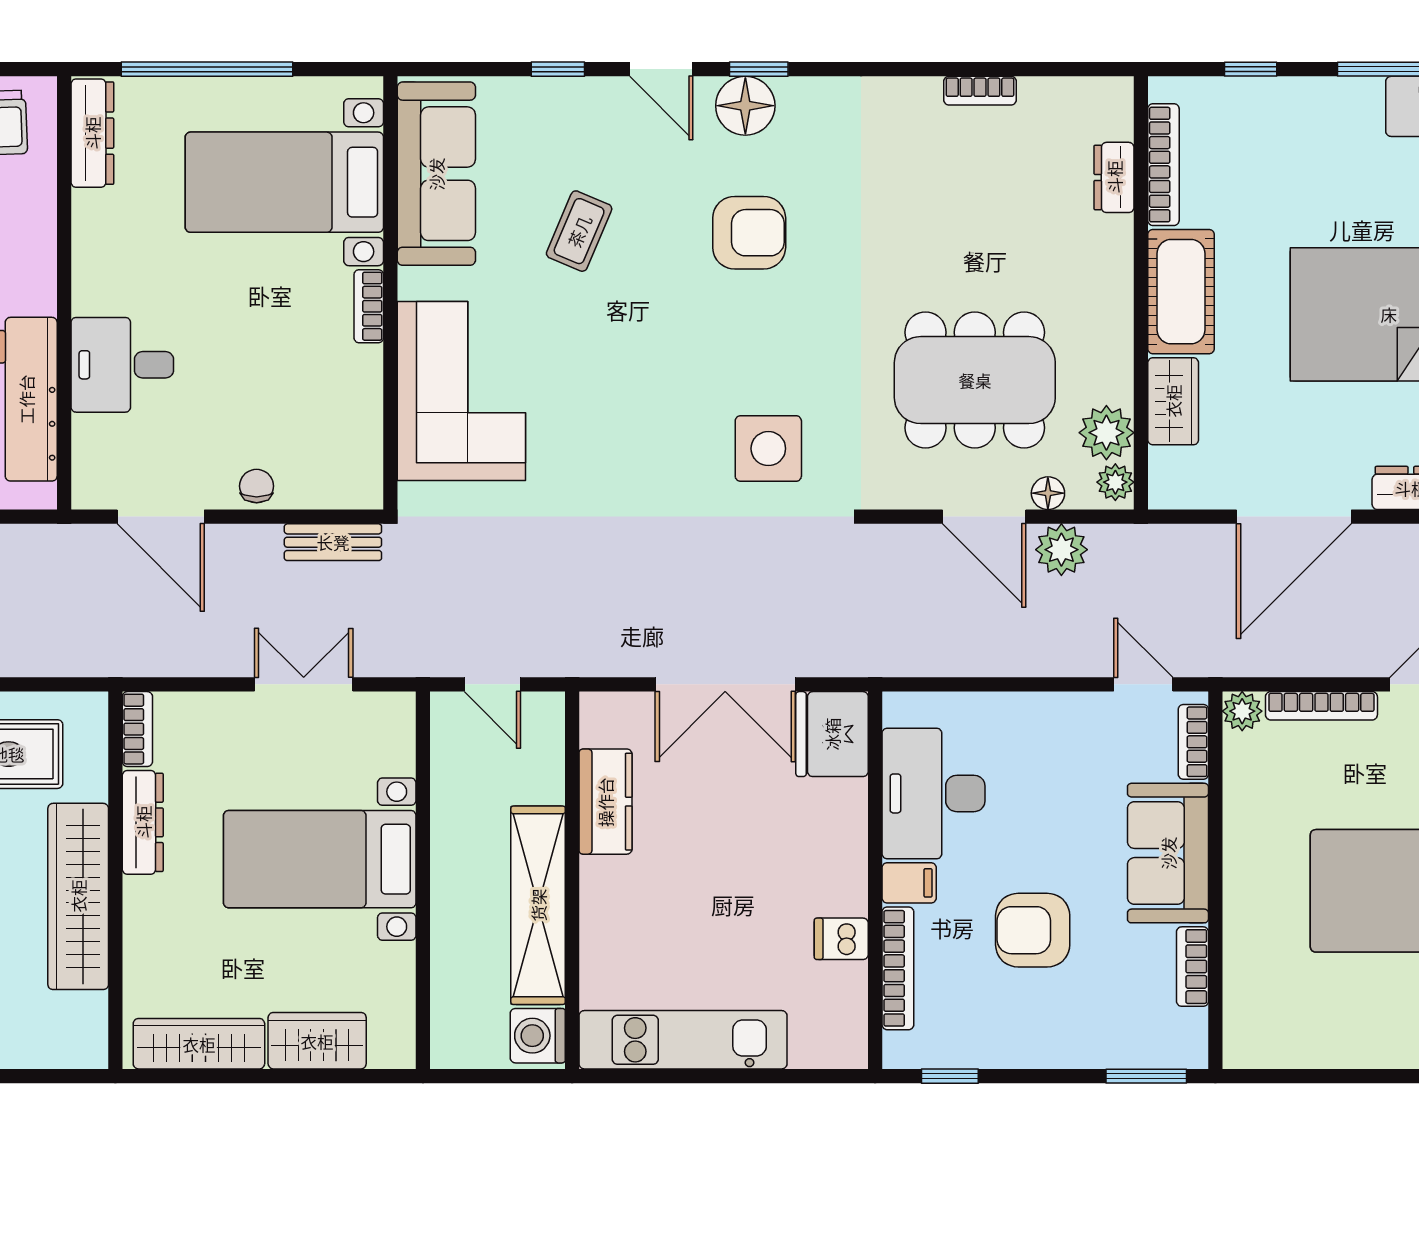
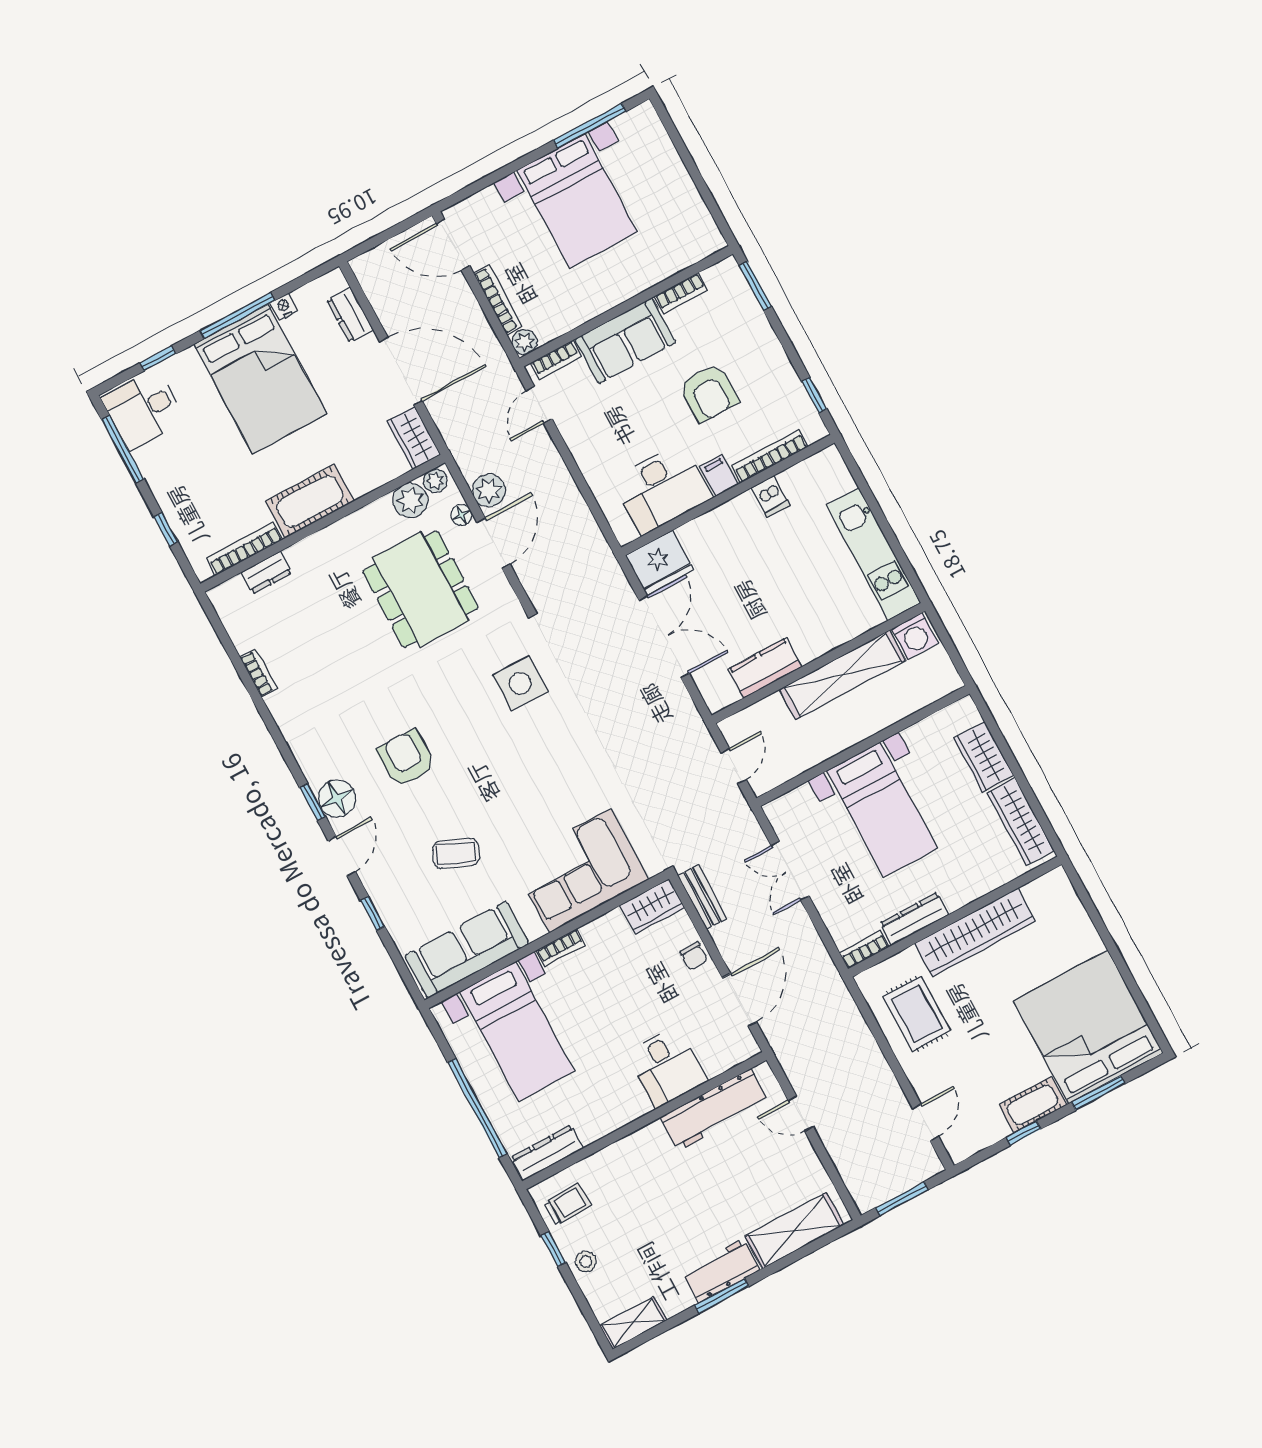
wardrobe: (1173, 401) -> (414, 438), moved, turned -90
wardrobe: (358, 465) -> (652, 906), added
chair: (257, 486) -> (694, 956), turned -90

